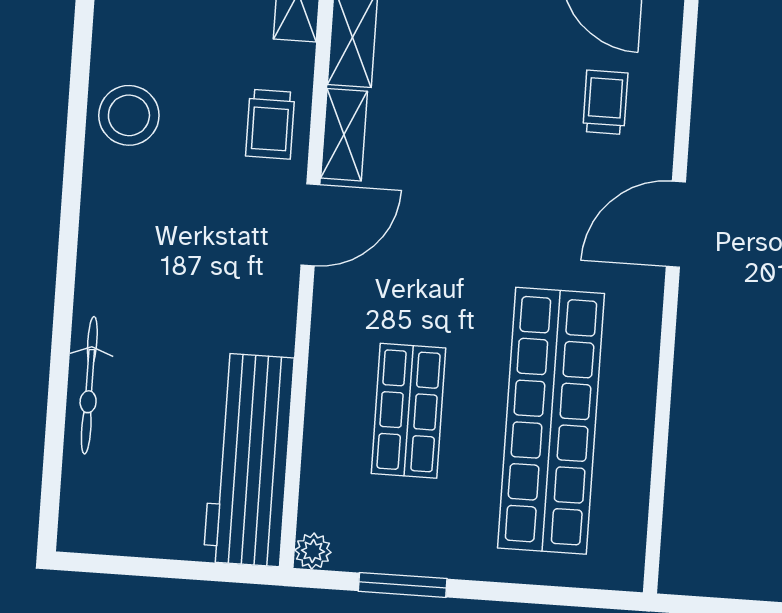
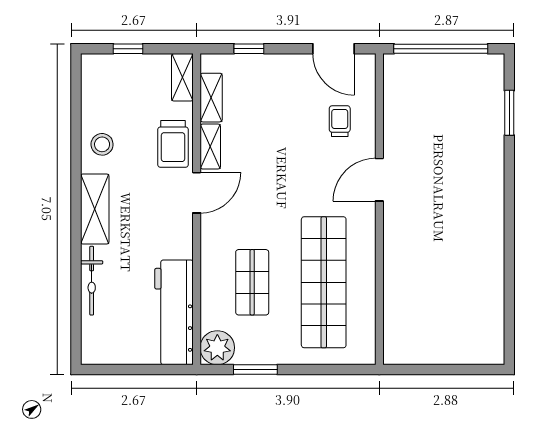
stool: (129, 115) -> (102, 144), width x0.73, depth x0.73
trolley: (270, 124) -> (173, 144), width x1.36, depth x1.39
shelving: (105, 243) -> (95, 209), added
plant: (313, 551) -> (217, 348), width x1.88, depth x1.88

